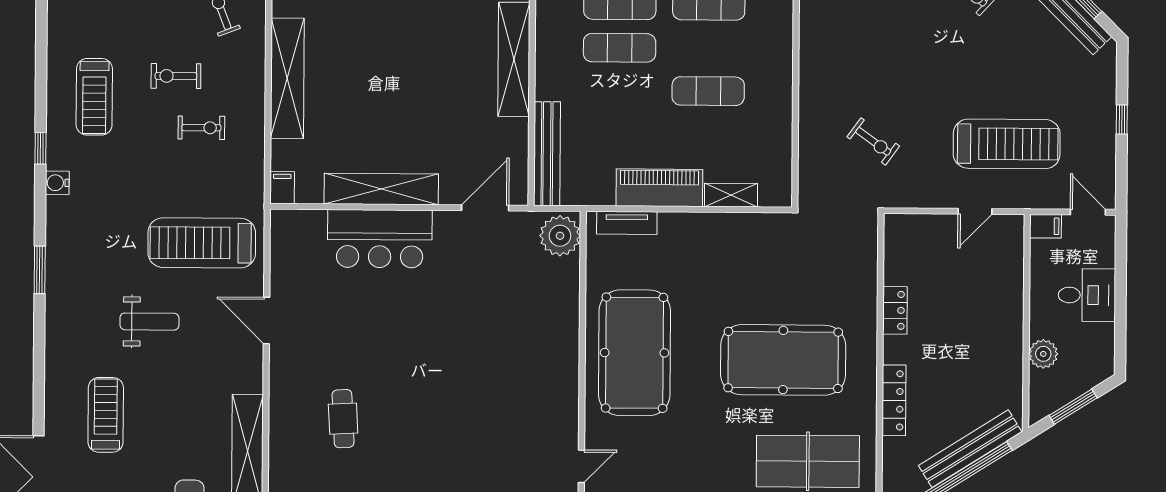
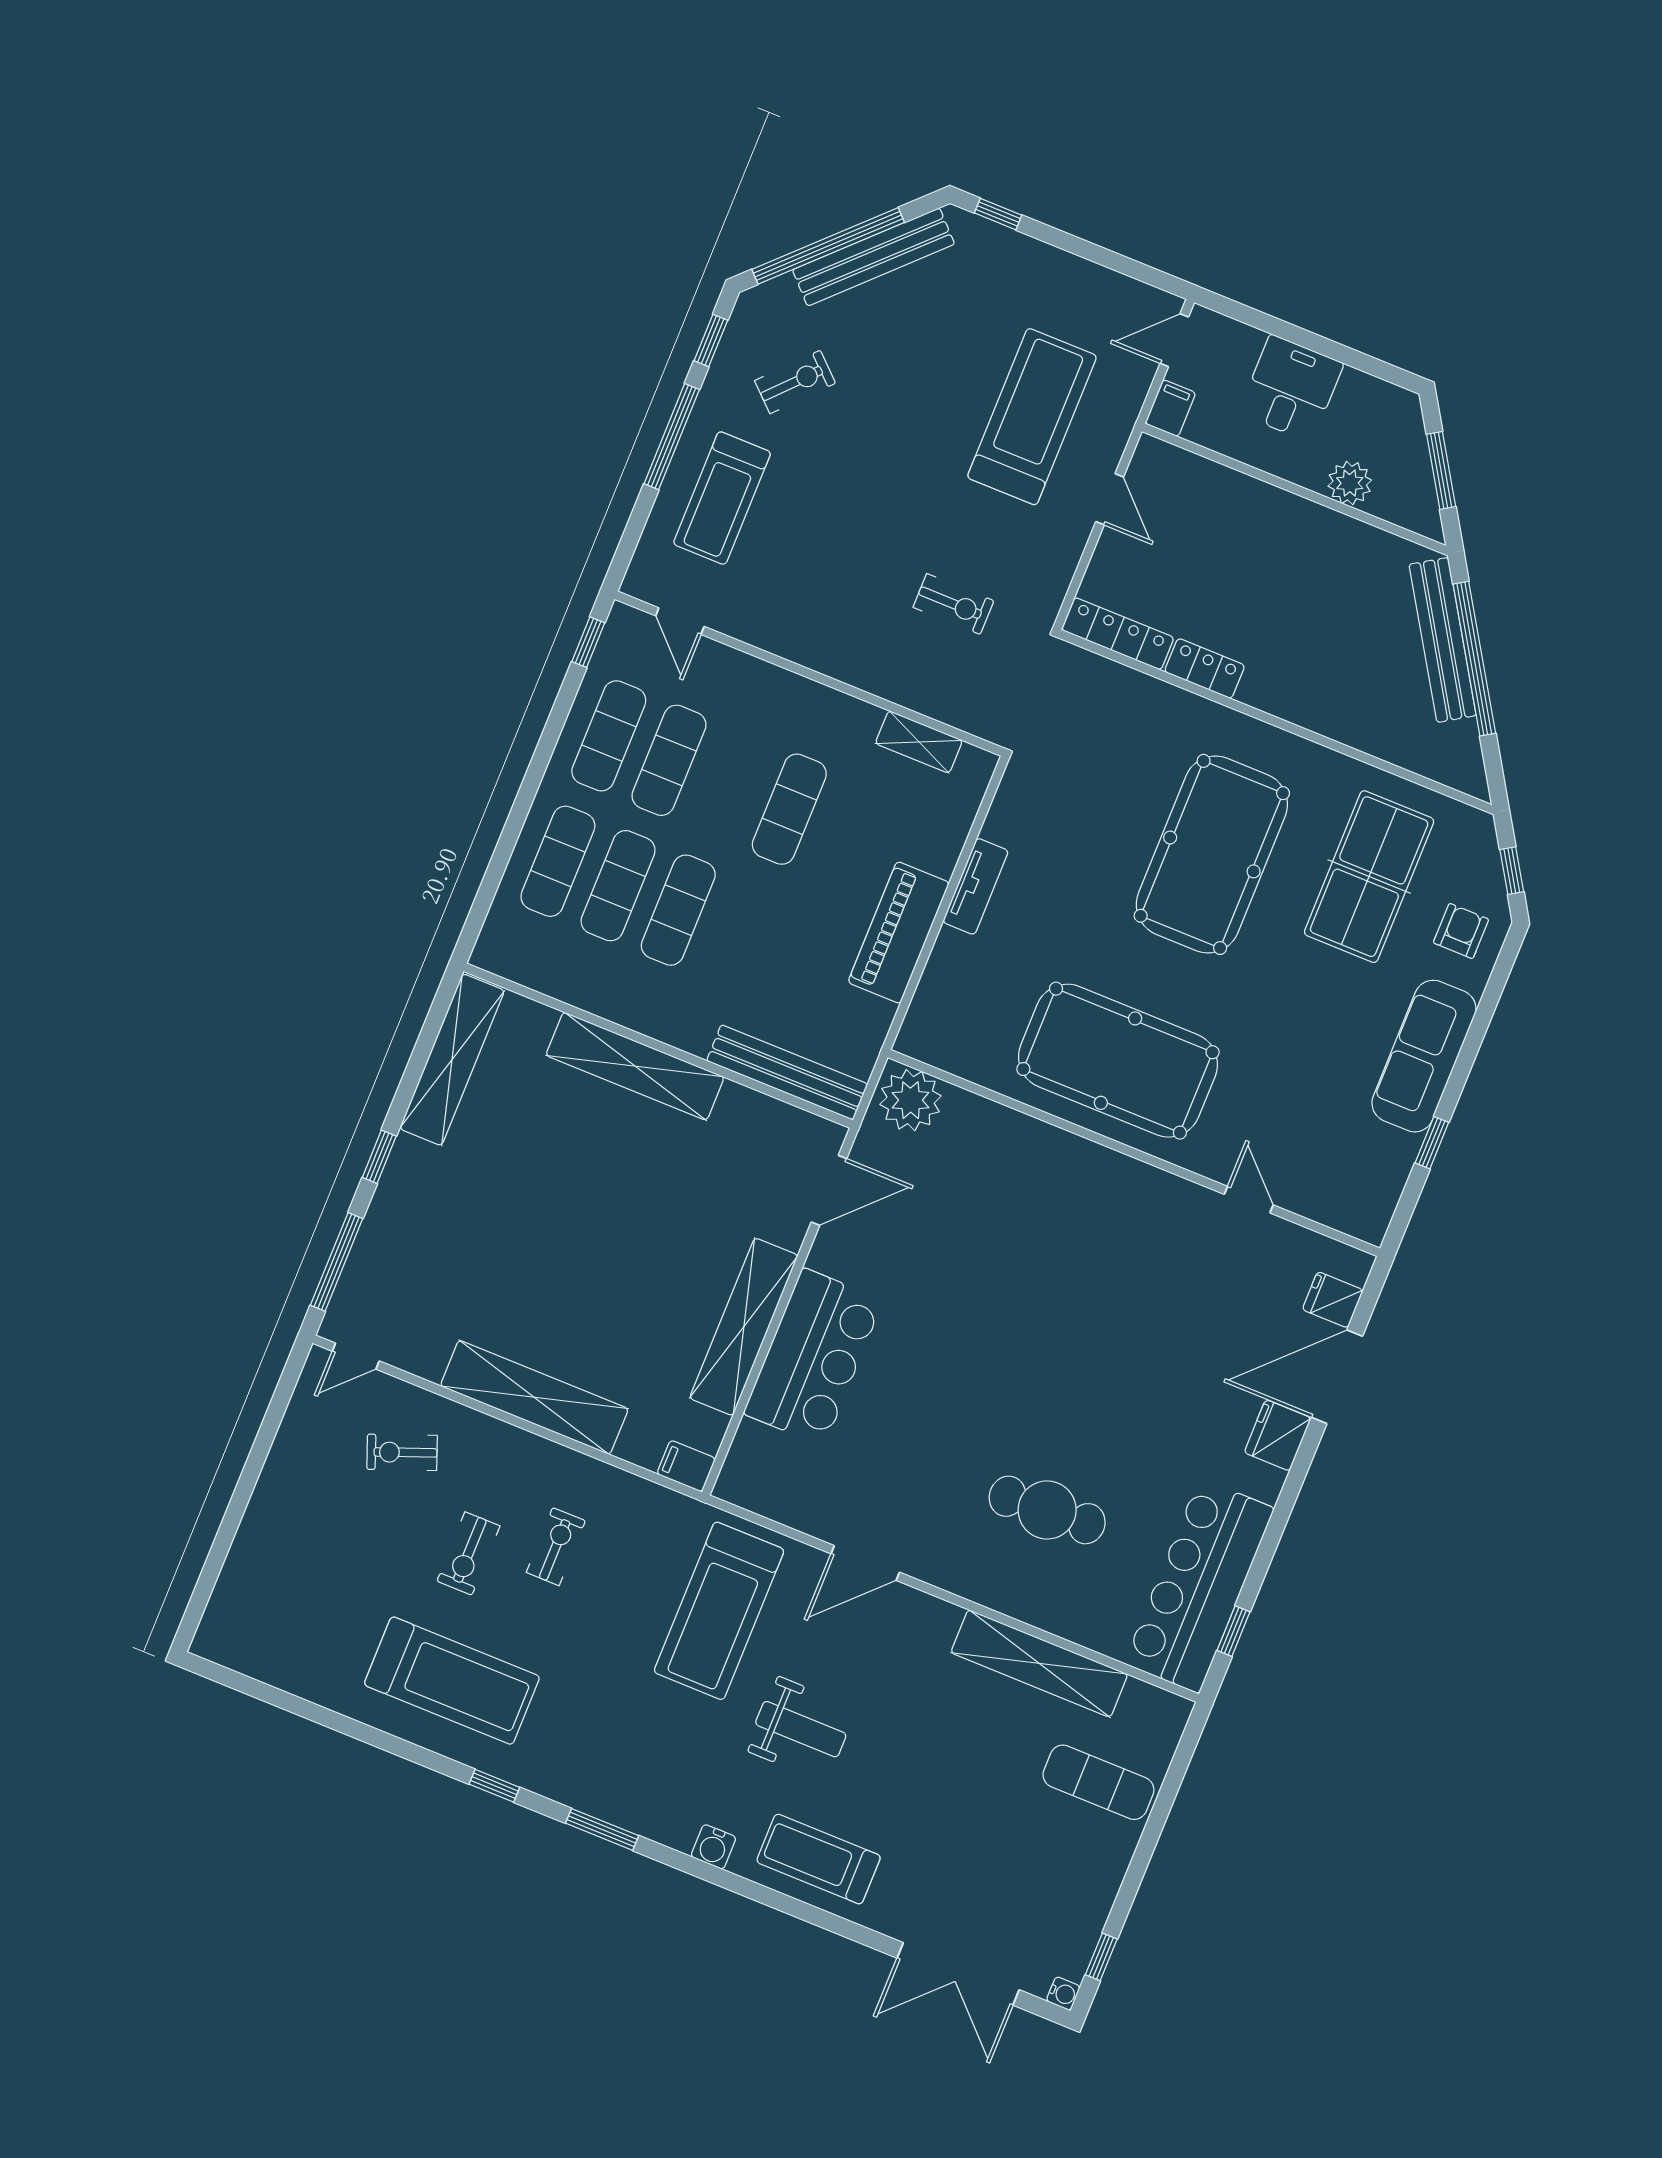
treadmill: (94, 97) -> (452, 1681), width x1.37, depth x1.38
window: (1122, 120) -> (998, 214), moved
exercise bike: (873, 141) -> (953, 604), turned 54
water cooler: (57, 183) -> (713, 1847), moved
shelving: (731, 195) -> (919, 742), moved, turned 90
door: (485, 208) -> (829, 1190), swing flipped
tv unit: (627, 223) -> (976, 886), moved
window: (40, 270) -> (602, 1829), moved
weight bench: (149, 322) -> (801, 1729), turned 90
locker: (894, 400) -> (1118, 634), moved
treadmill: (106, 415) -> (819, 1859), moved
cafe table: (343, 419) -> (1047, 1510), width x1.37, depth x1.35

